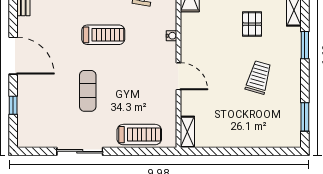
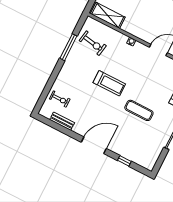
treadmill: (103, 35) -> (109, 83), turned 90

